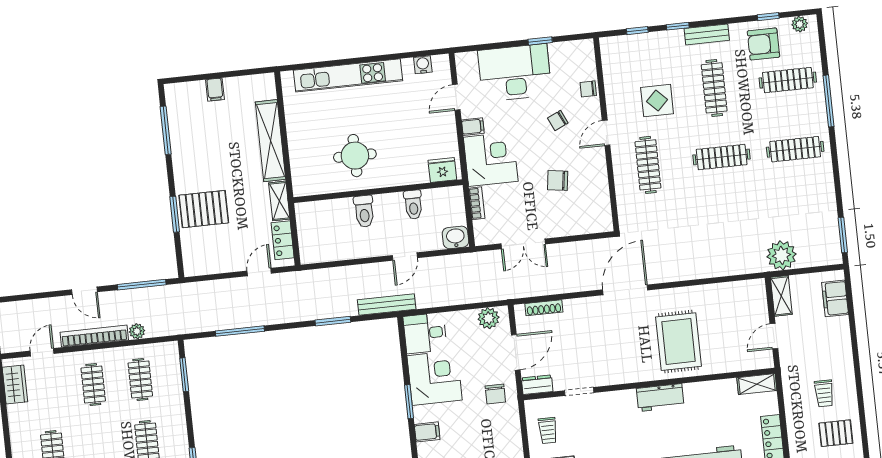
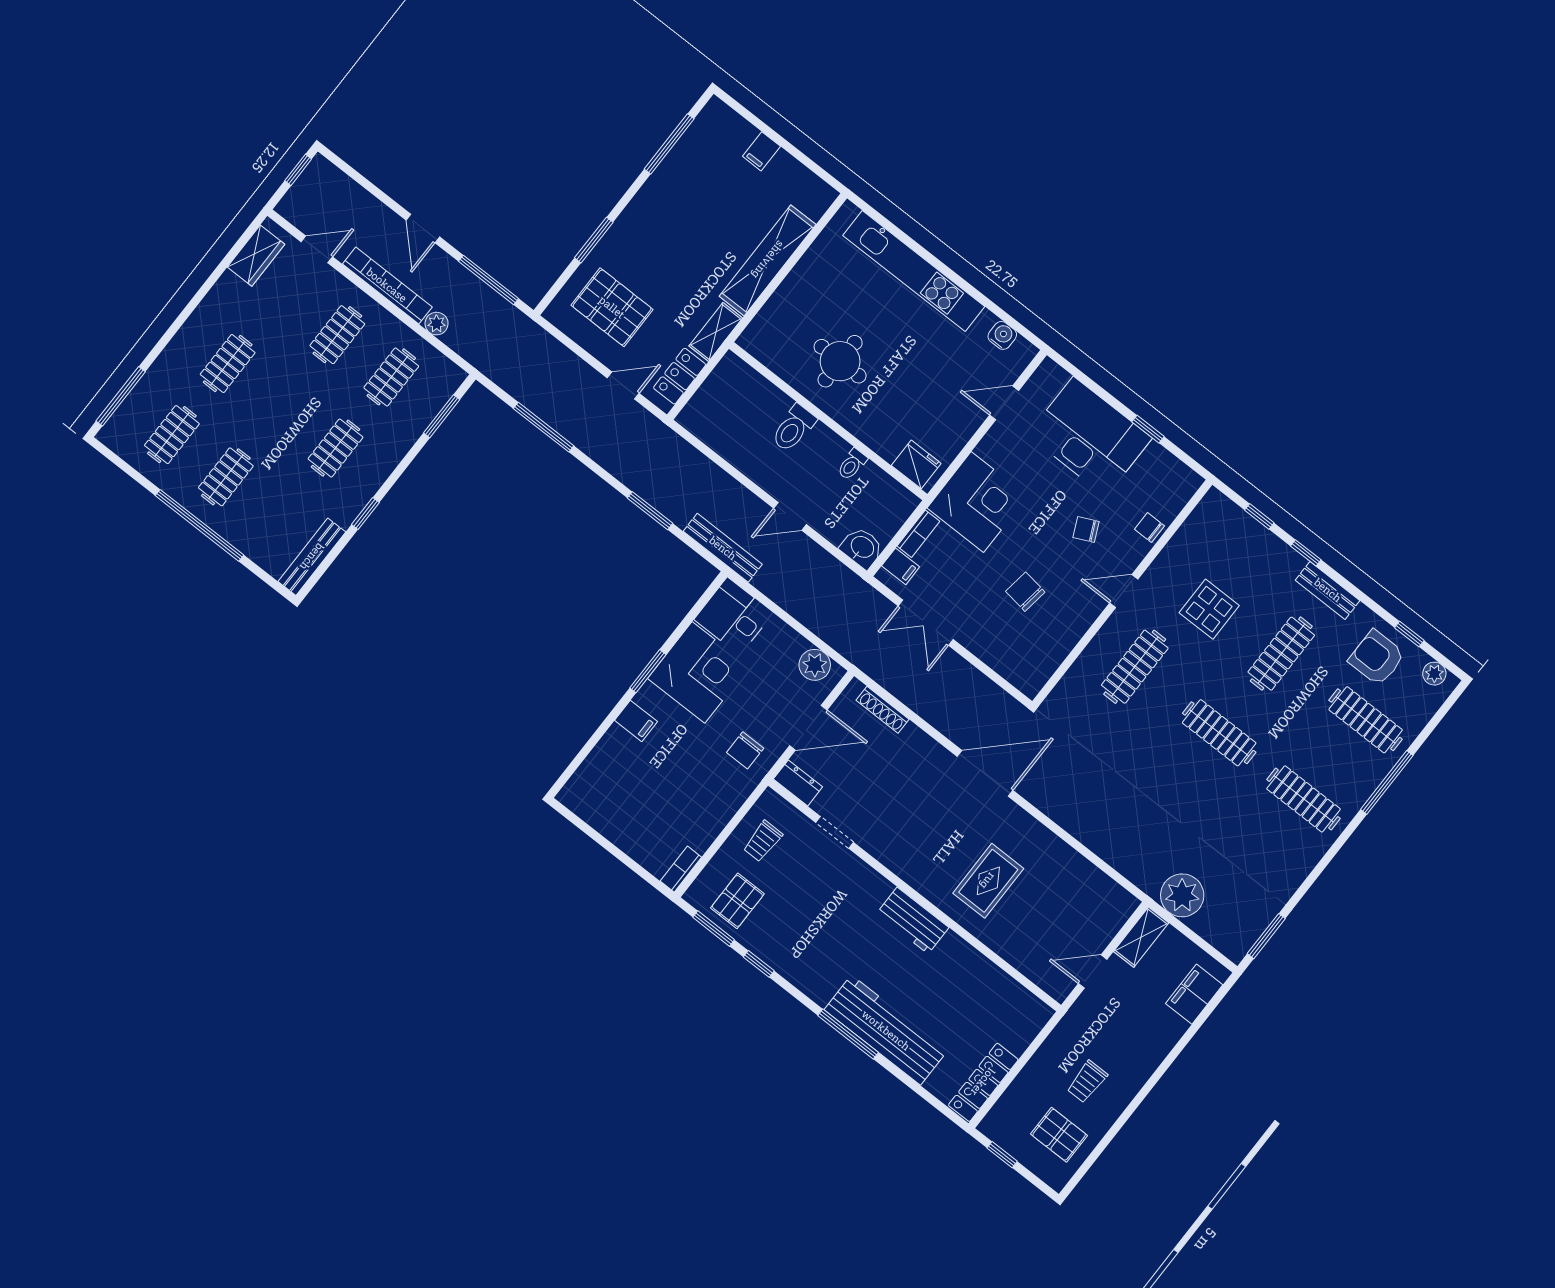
filing cabinet: (473, 127) -> (901, 566), moved
toilet: (413, 205) -> (852, 464), width x0.73, depth x0.72
pallet: (204, 209) -> (612, 307), moved
rug: (679, 342) -> (988, 881), width x0.73, depth x0.70
shelving: (757, 384) -> (1027, 1004), removed

